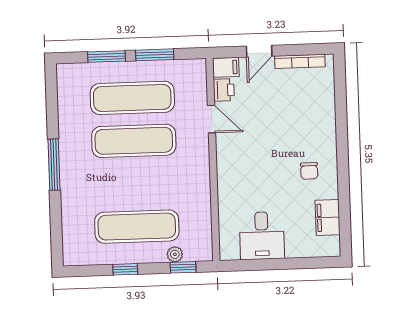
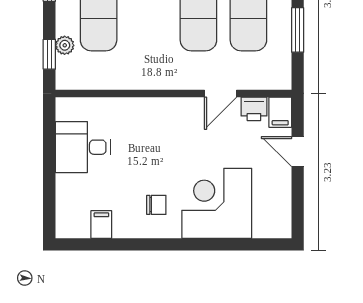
bookcase: (300, 61) -> (284, 199), removed
corner desk: (306, 119) -> (217, 203), added
chair: (309, 171) -> (156, 205), turned 180
filing cabinet: (328, 218) -> (101, 224), width x0.50

